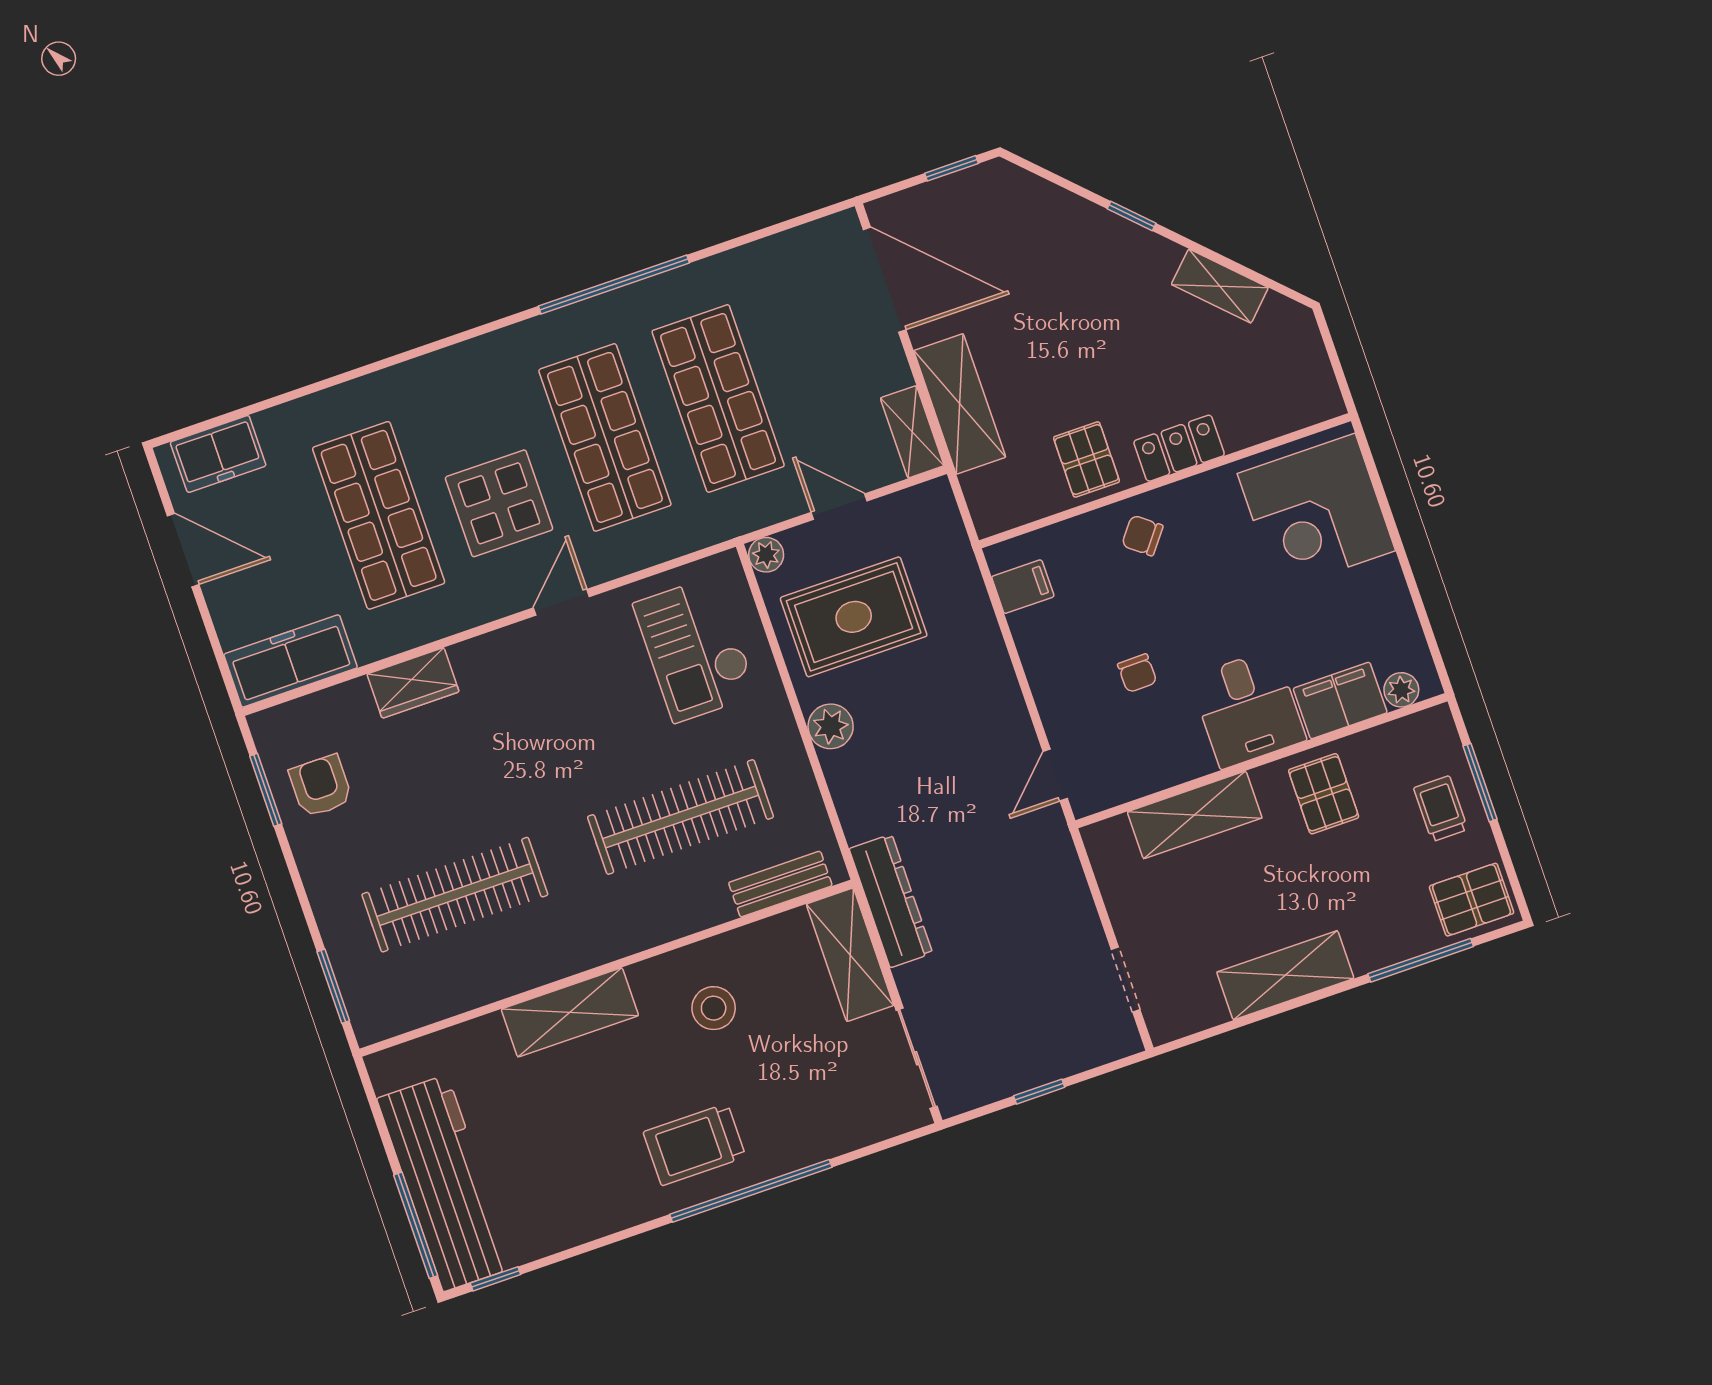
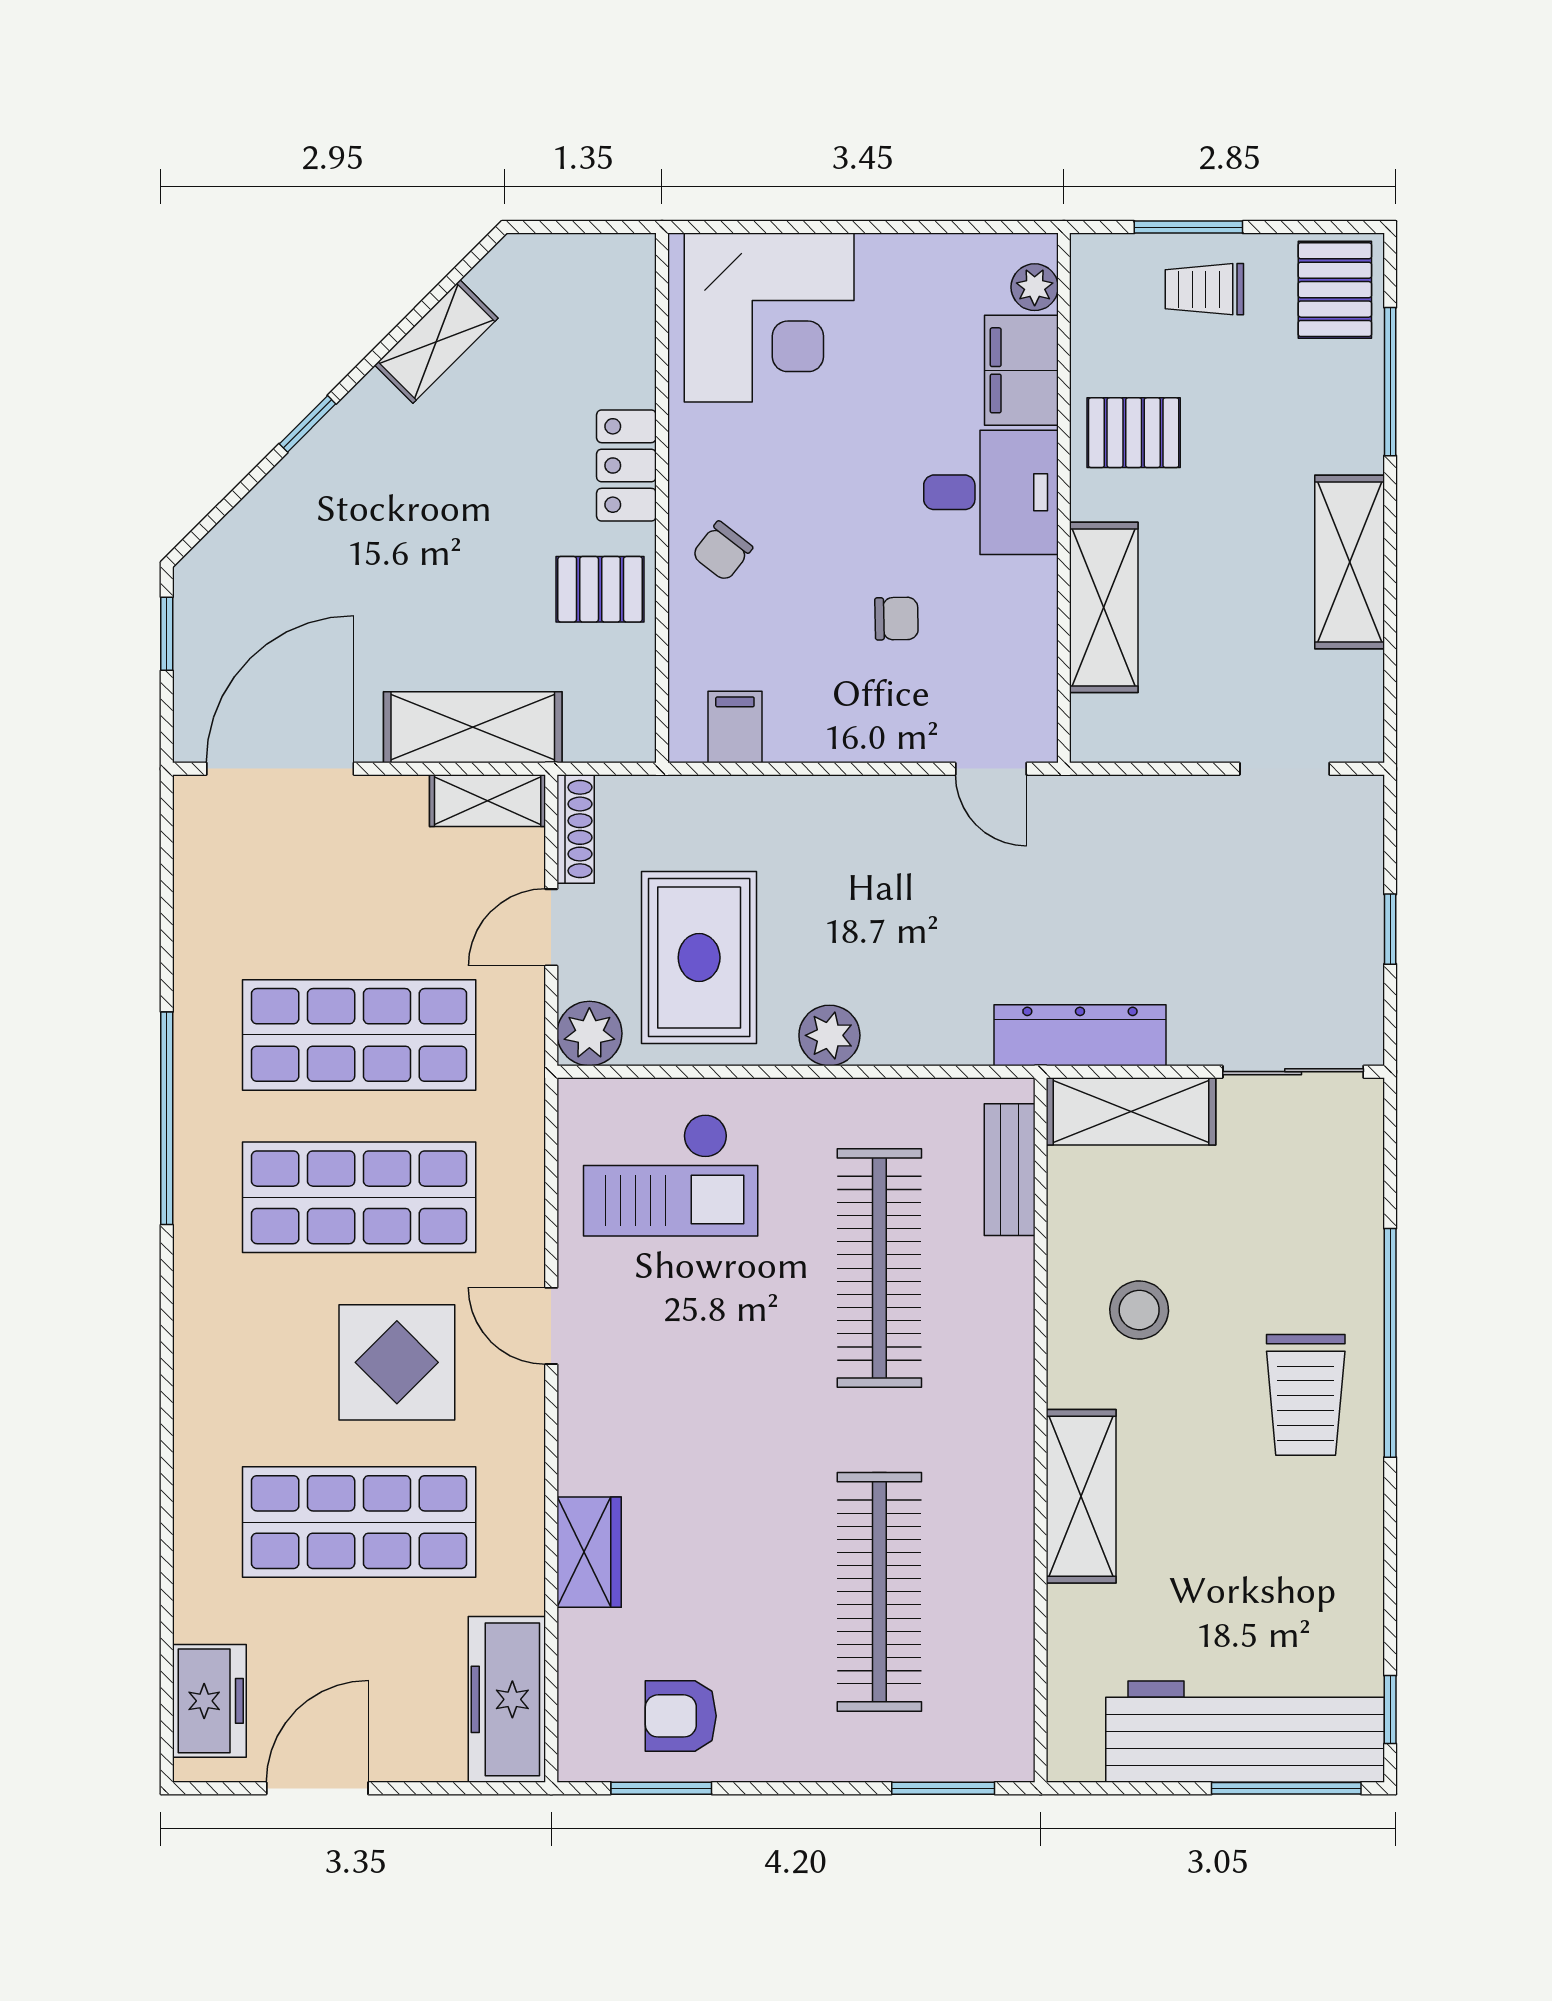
shoe rack: (914, 500) -> (576, 829), added
plant: (766, 555) -> (589, 1033), width x1.38, depth x1.38

